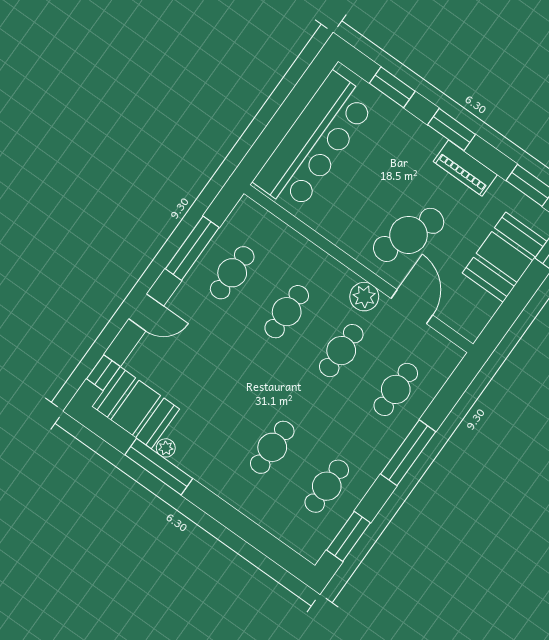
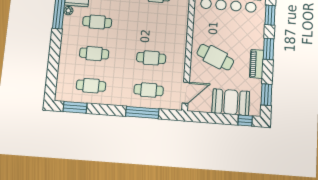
plant: (364, 297) -> (179, 54), removed
door: (412, 307) -> (186, 93), moved
cafe table: (287, 312) -> (97, 22), moved
window: (408, 453) -> (142, 113), moved

